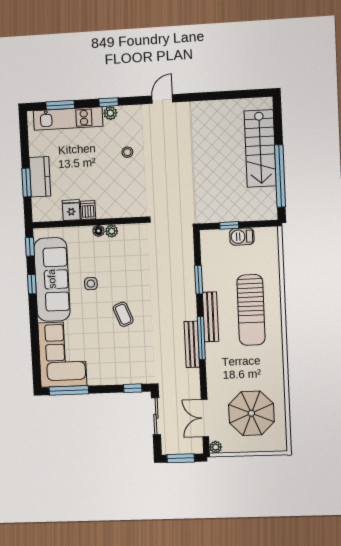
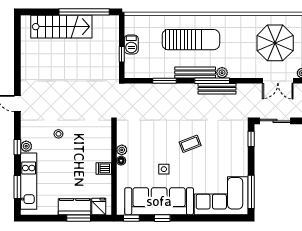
fridge: (71, 210) -> (99, 207), moved, turned 90
plant: (212, 350) -> (222, 73), added

